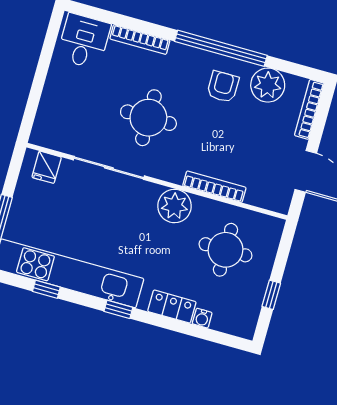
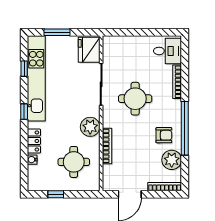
fridge: (47, 167) -> (89, 50), width x1.88, depth x1.34

